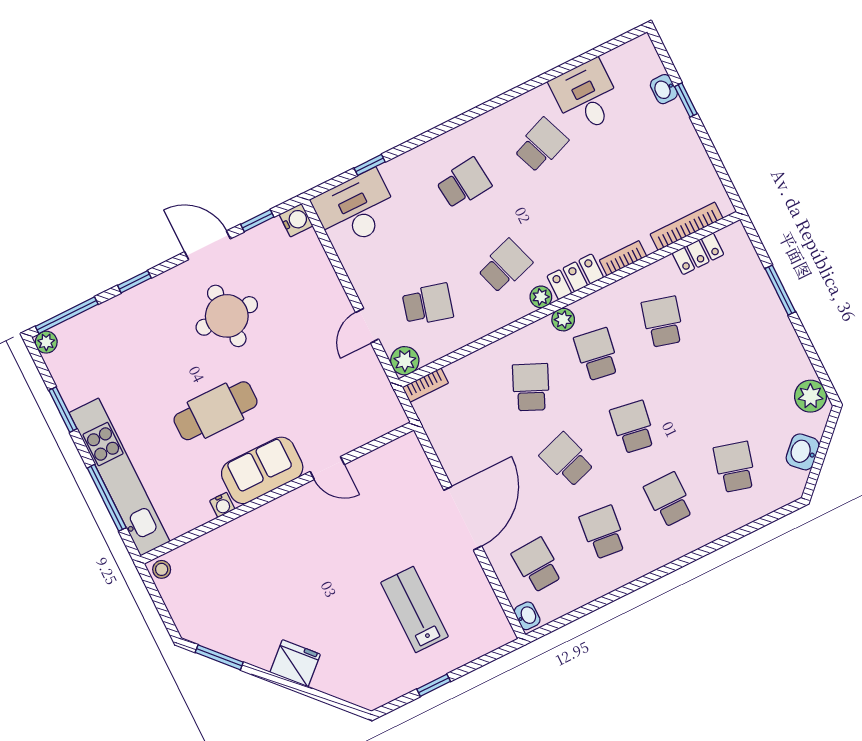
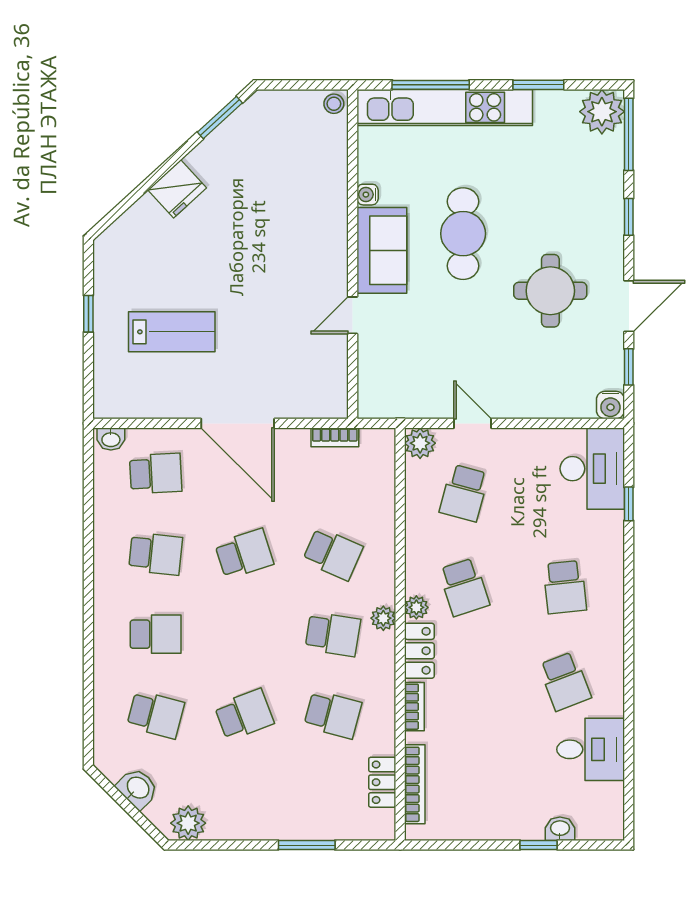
plant: (46, 342) -> (602, 112), width x1.87, depth x1.87
bookcase: (425, 385) -> (335, 437), moved, turned -90
school desk: (633, 427) -> (244, 715), moved, turned -30

